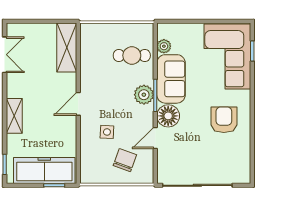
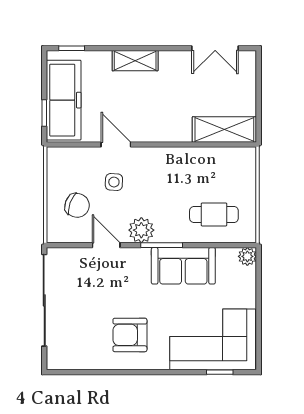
plant: (164, 46) -> (247, 256), moved
cafe table: (132, 55) -> (214, 214), turned 90
plant: (144, 95) -> (141, 230), moved
door: (78, 104) -> (116, 144), moved
floor lamp: (168, 116) -> (135, 262), removed
armchair: (224, 120) -> (130, 335), turned 180

